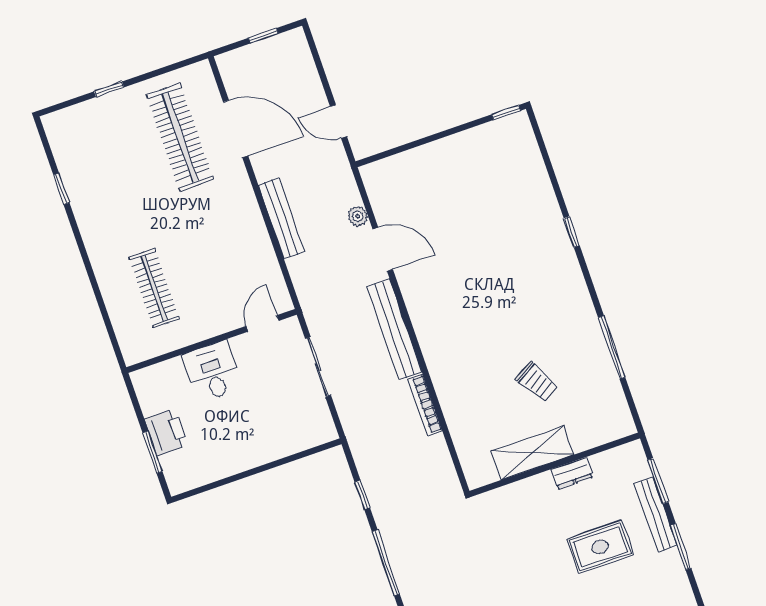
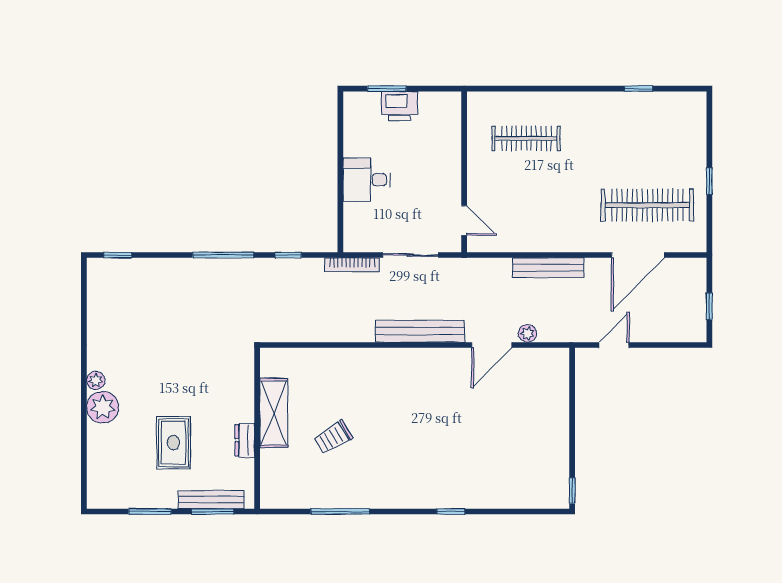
window: (109, 89) -> (709, 181), moved
desk: (212, 372) -> (367, 180), moved, turned 180
bookcase: (425, 405) -> (352, 265), moved, turned 180
bench: (656, 514) -> (211, 500), moved

